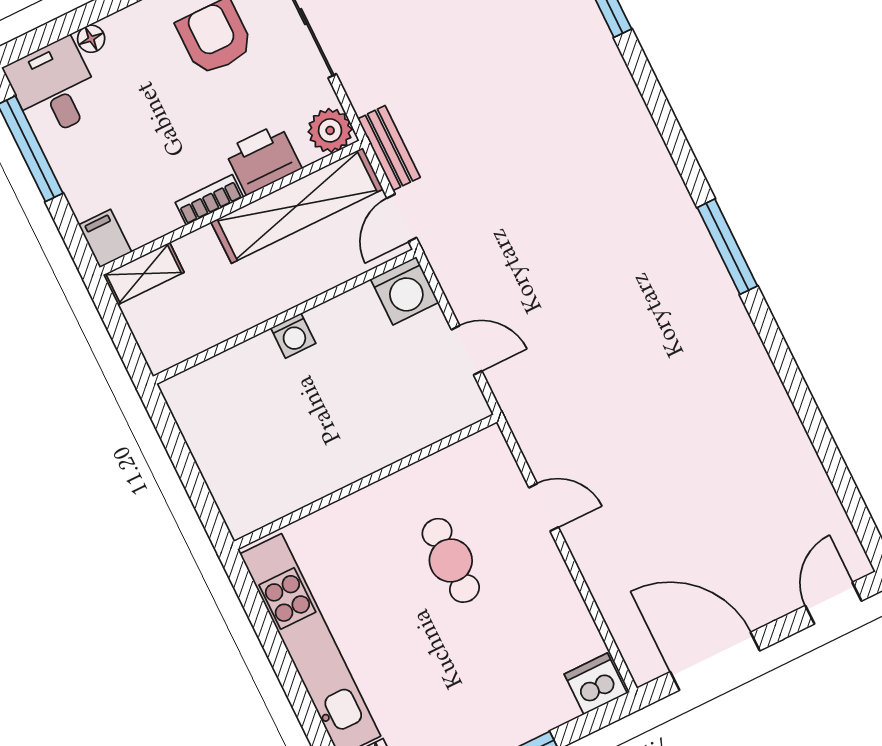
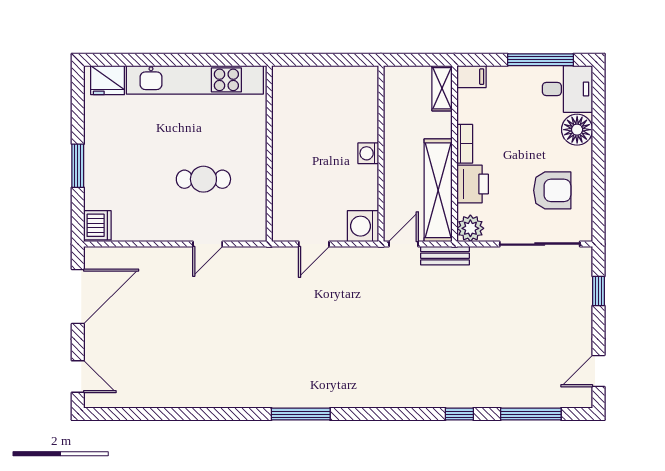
floor lamp: (91, 39) -> (577, 130), width x1.89, depth x1.89
door: (402, 218) -> (403, 244), hinge flipped

